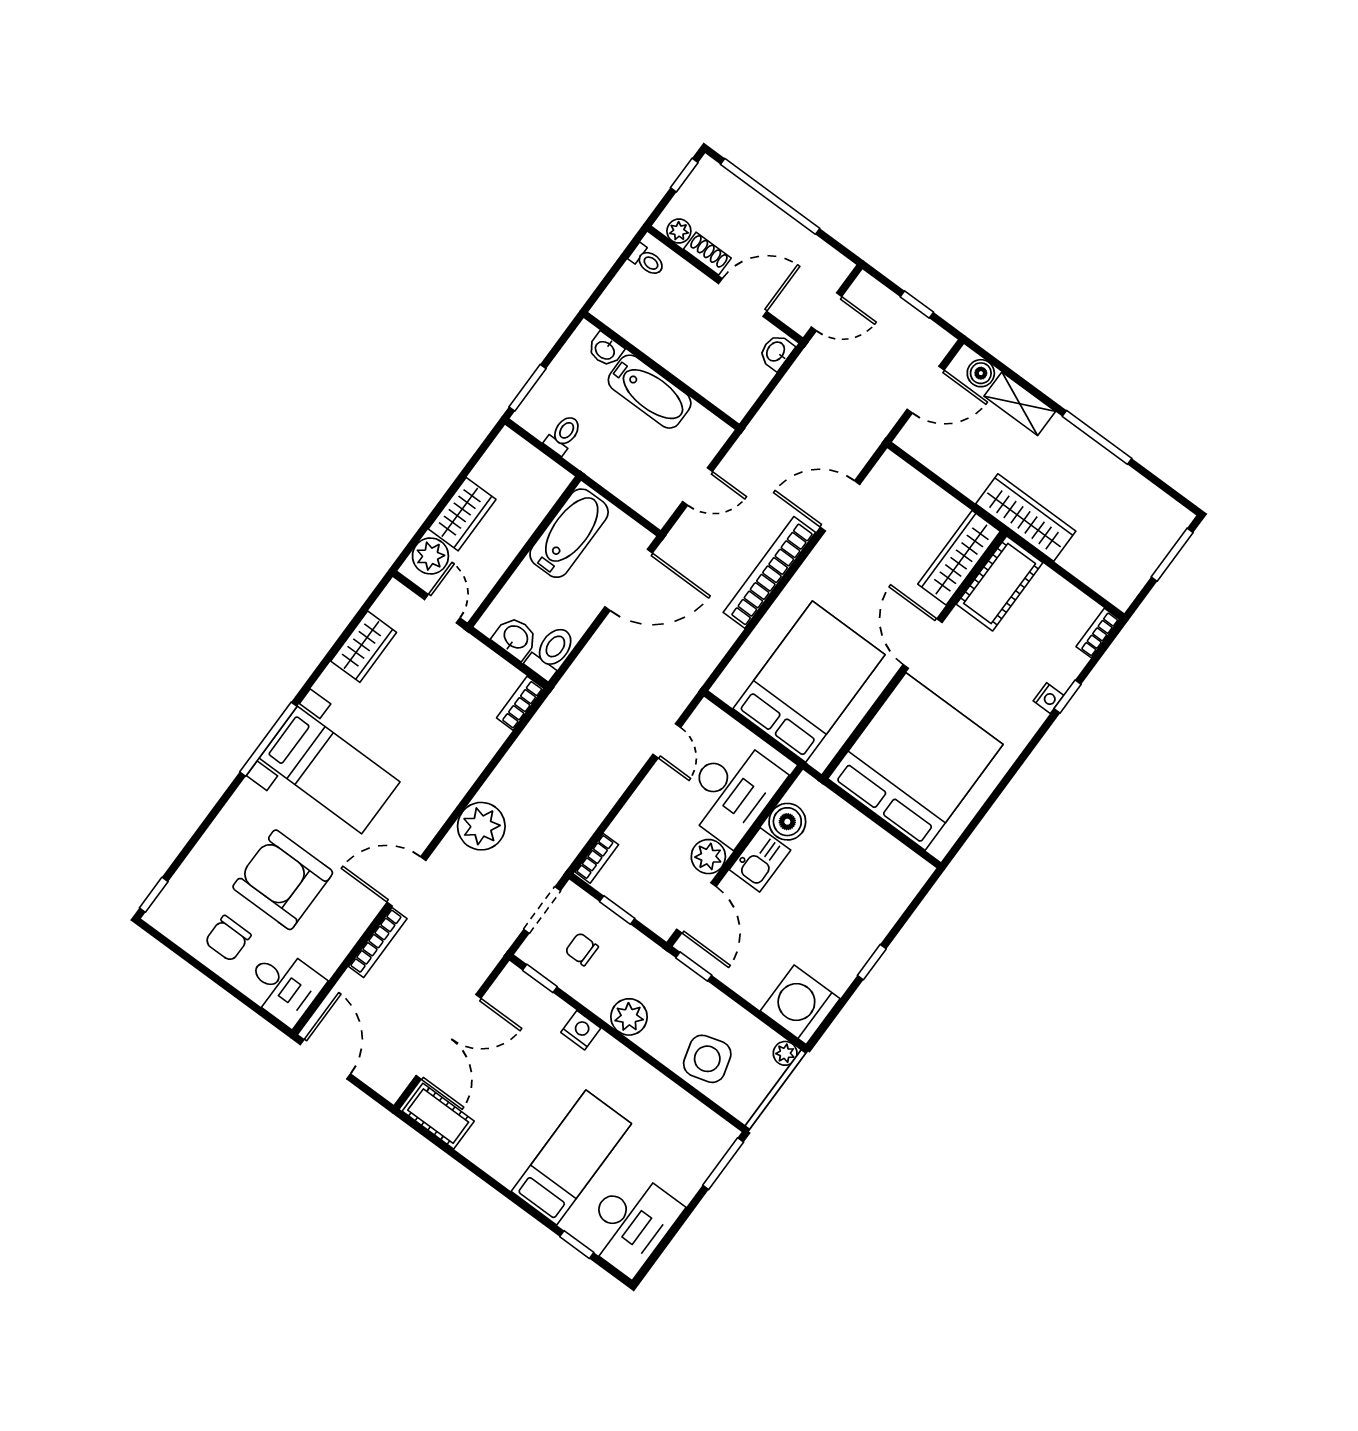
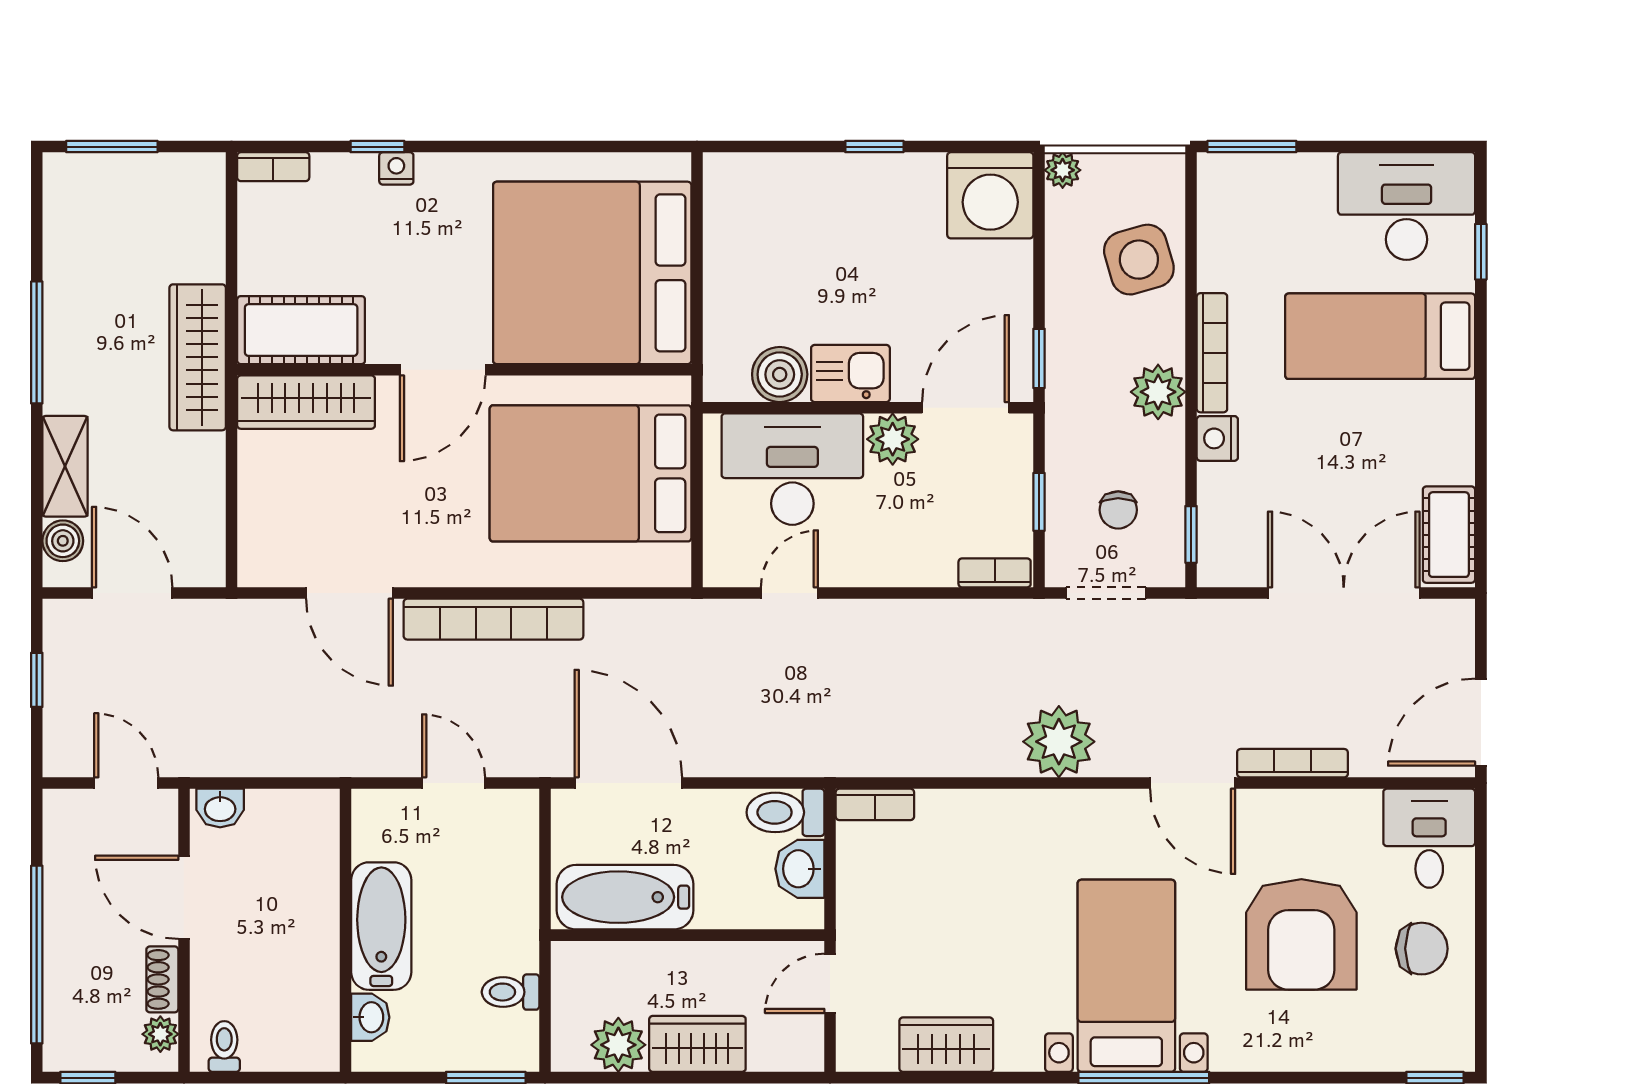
plant: (430, 556) -> (618, 1045), moved
bookcase: (629, 1061) -> (1212, 353), added

